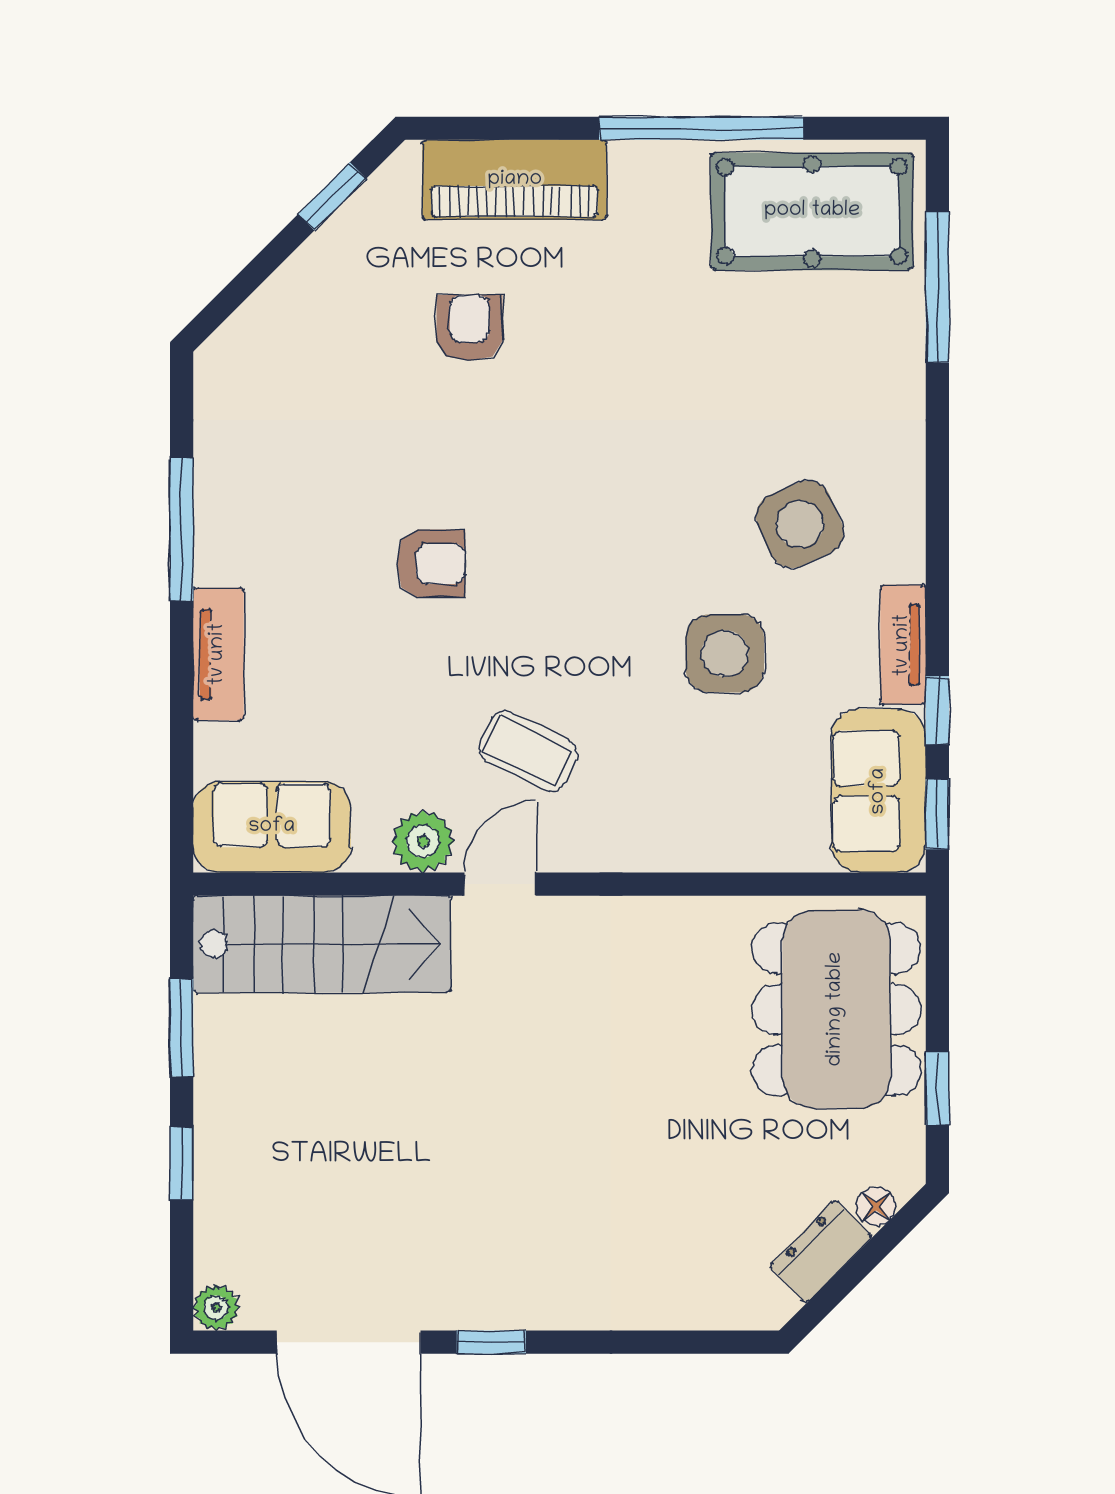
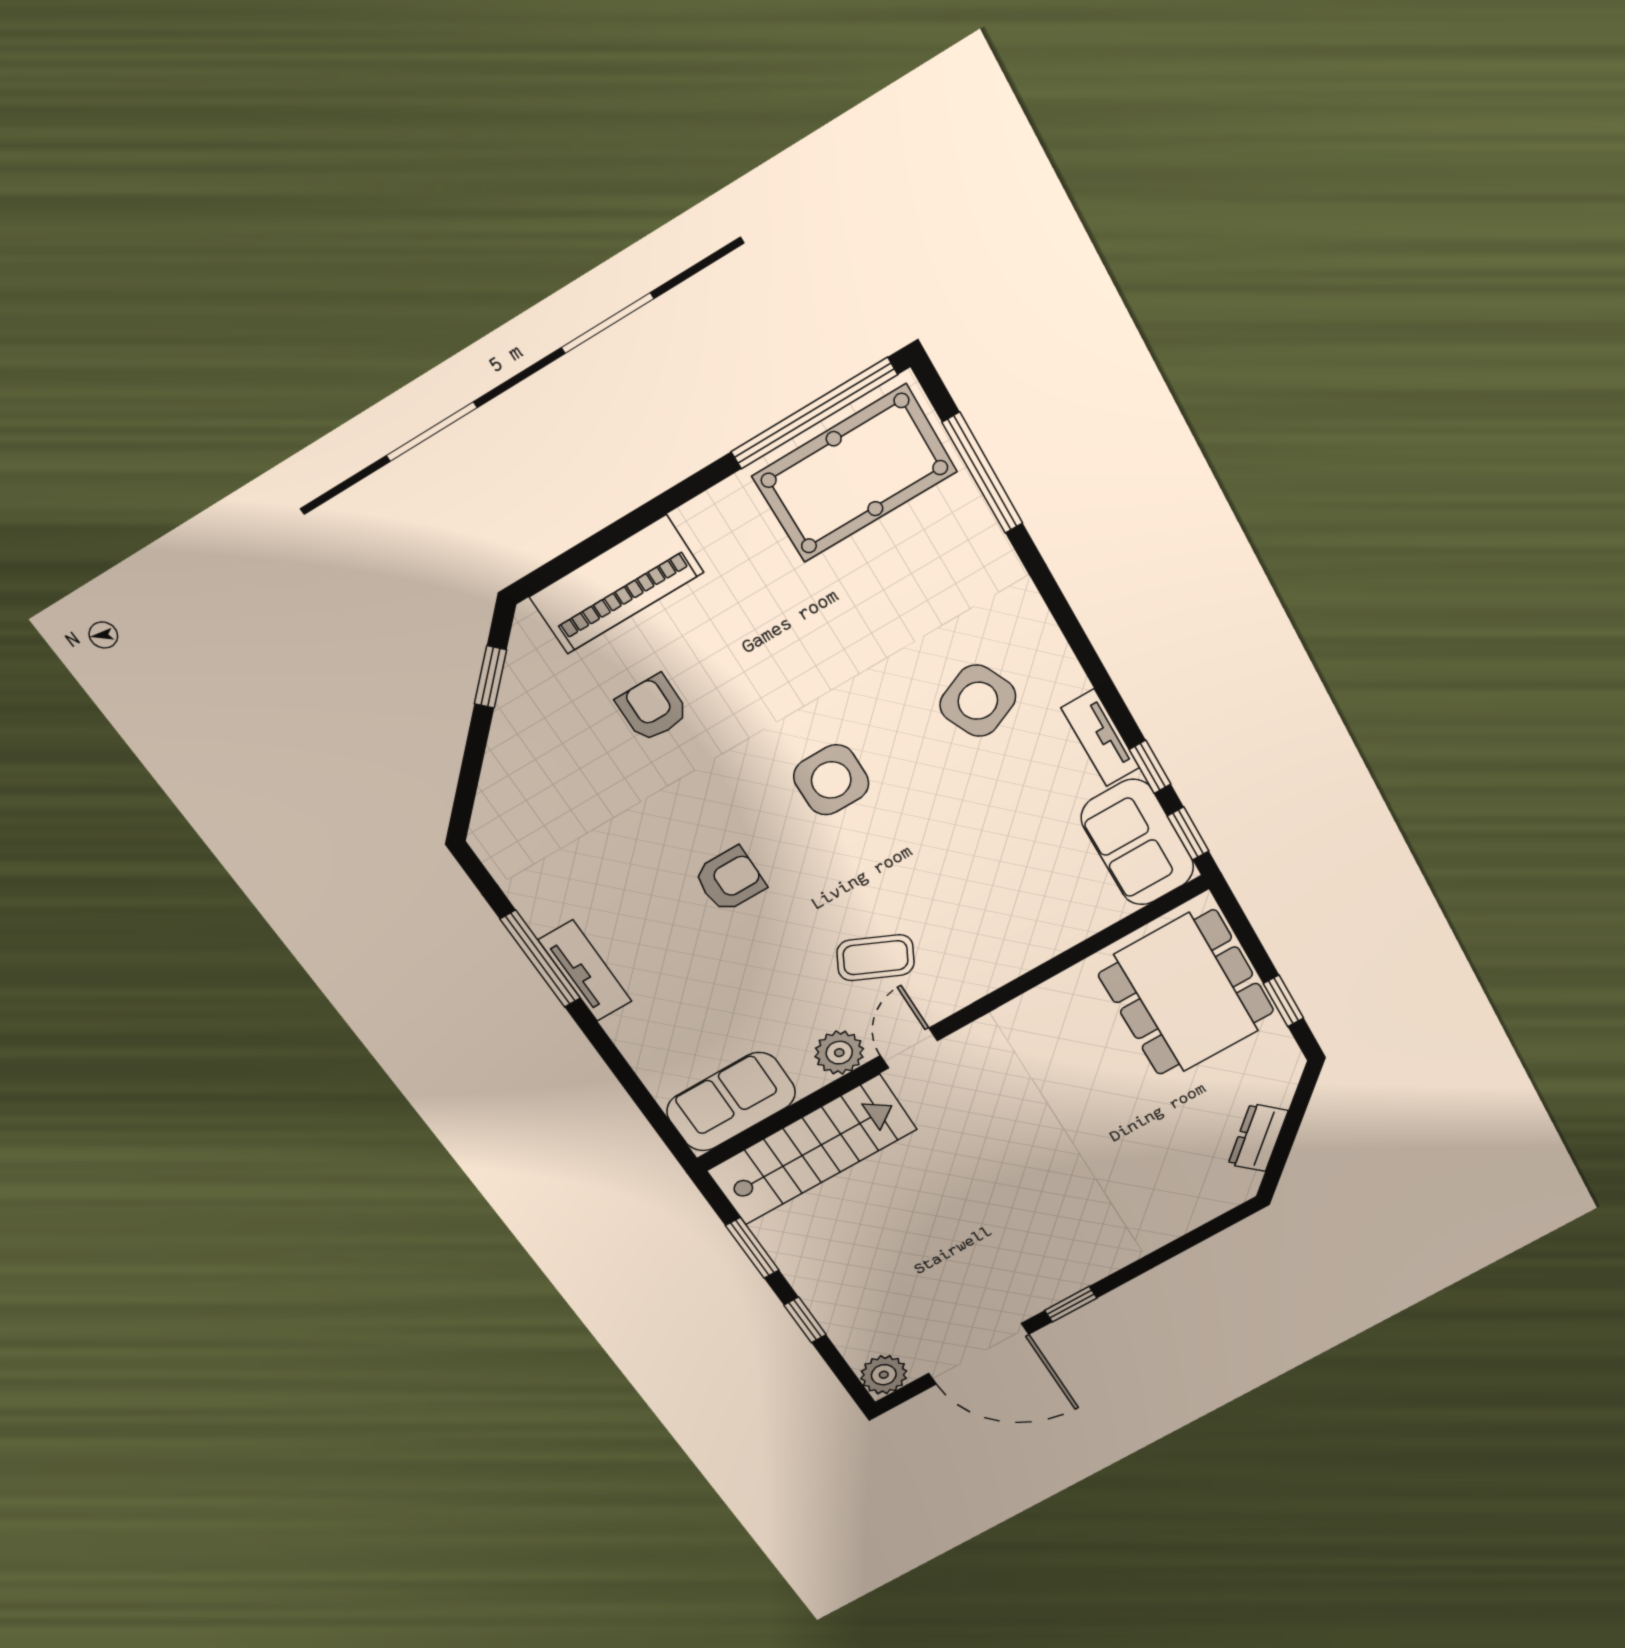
window: (701, 128) -> (814, 413), moved
side table: (725, 653) -> (831, 780), moved
tv unit: (218, 654) -> (585, 971), moved
floor lamp: (876, 1206) -> (1281, 1092), removed
plant: (216, 1308) -> (884, 1375), width x1.38, depth x1.38

